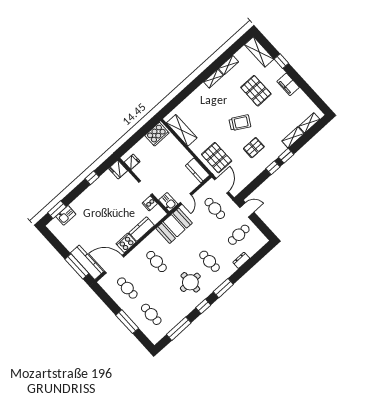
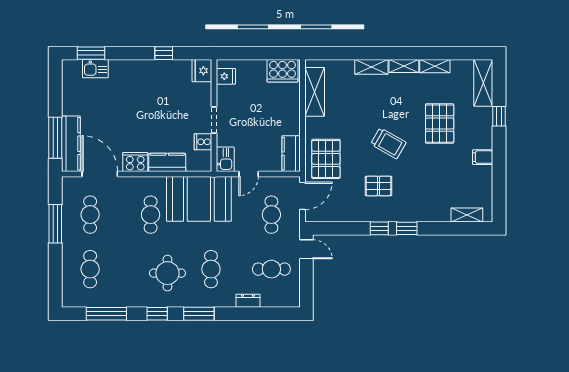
filing cabinet: (288, 84) -> (483, 157), width x0.50
shelving: (293, 137) -> (371, 67), moved
booth: (174, 226) -> (199, 199), width x1.36, depth x1.42
window: (127, 322) -> (55, 224), moved

